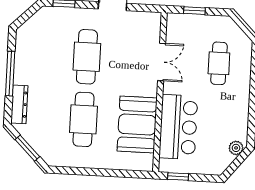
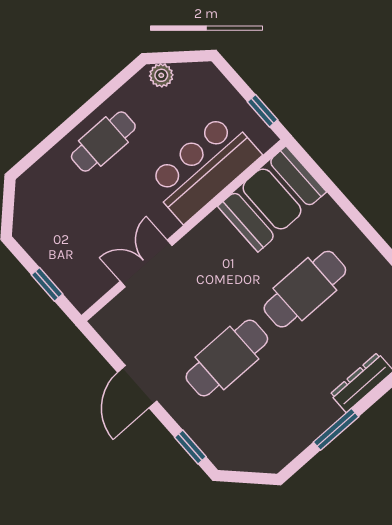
cafe table: (219, 63) -> (103, 142), moved
window: (10, 74) -> (336, 429), width x0.69
booth: (137, 124) -> (272, 199), moved

